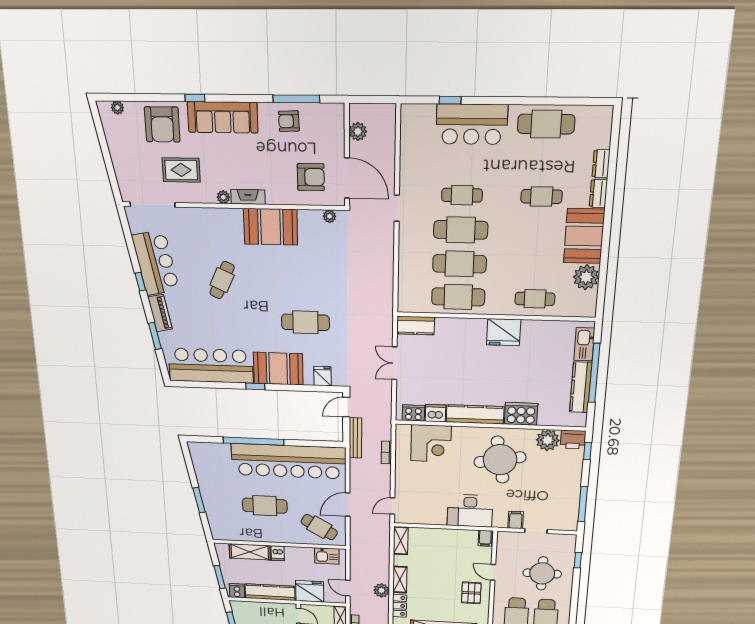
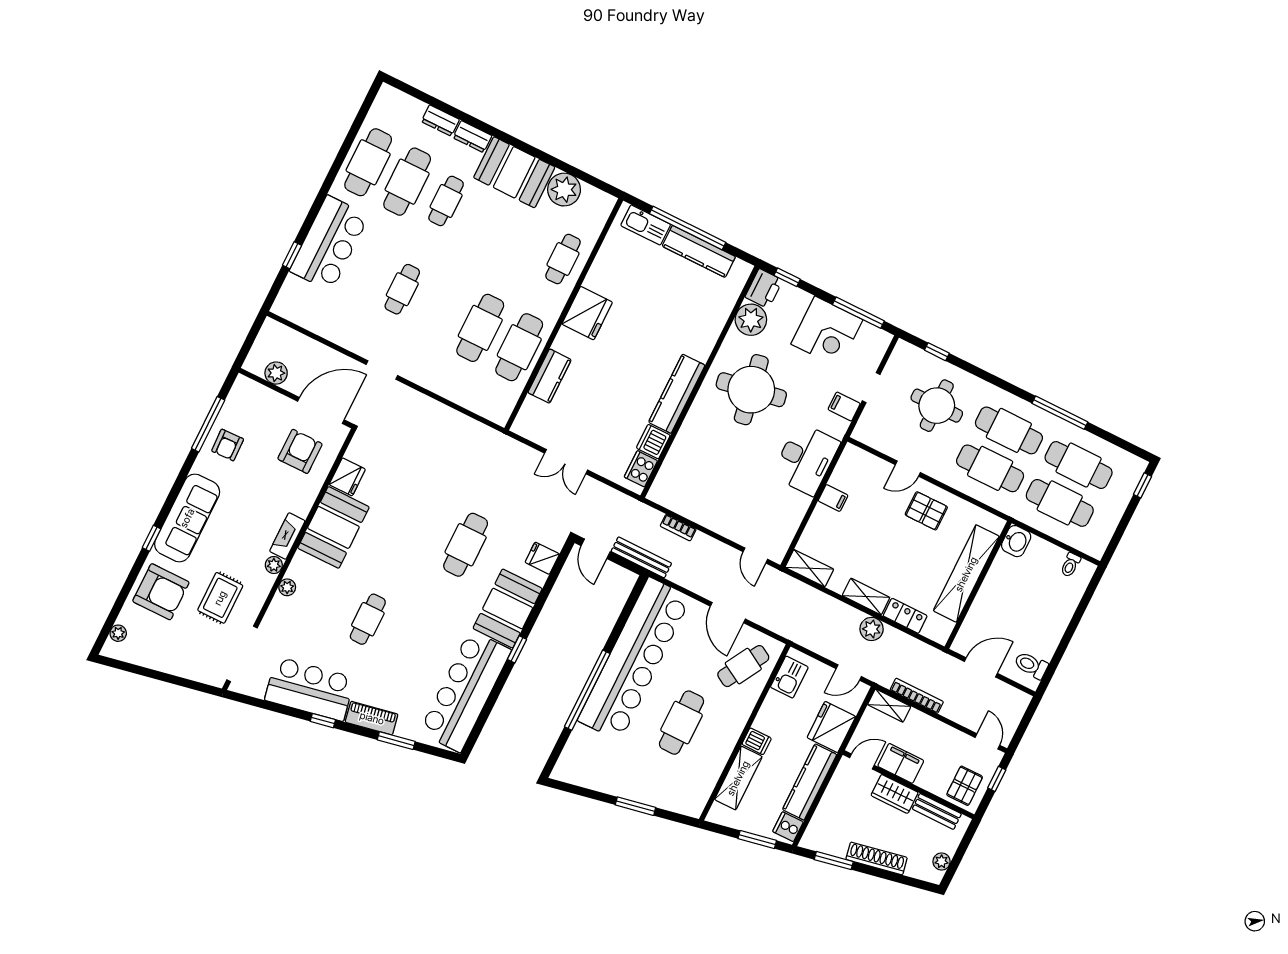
plant: (329, 216) -> (287, 587), moved
fridge: (310, 220) -> (347, 477), added
cafe table: (461, 230) -> (407, 182), moved
cafe table: (222, 280) -> (368, 619), turned 65
kitchen counter: (416, 325) -> (550, 376), moved
cooker: (521, 414) -> (701, 337), removed
corner desk: (431, 443) -> (827, 332), moved, turned 90
filing cabinet: (485, 538) -> (833, 498), moved

